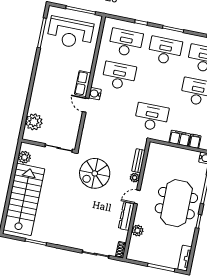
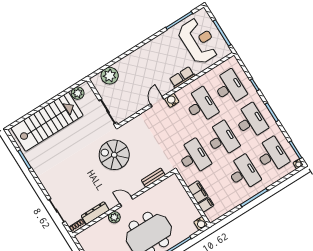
reception desk: (70, 33) -> (198, 41), turned 180
row of seats: (83, 84) -> (182, 77), moved
desk: (158, 84) -> (222, 139), added
plant: (135, 178) -> (139, 186), removed
dresser: (126, 216) -> (95, 213), moved
plant: (137, 231) -> (114, 217), moved

